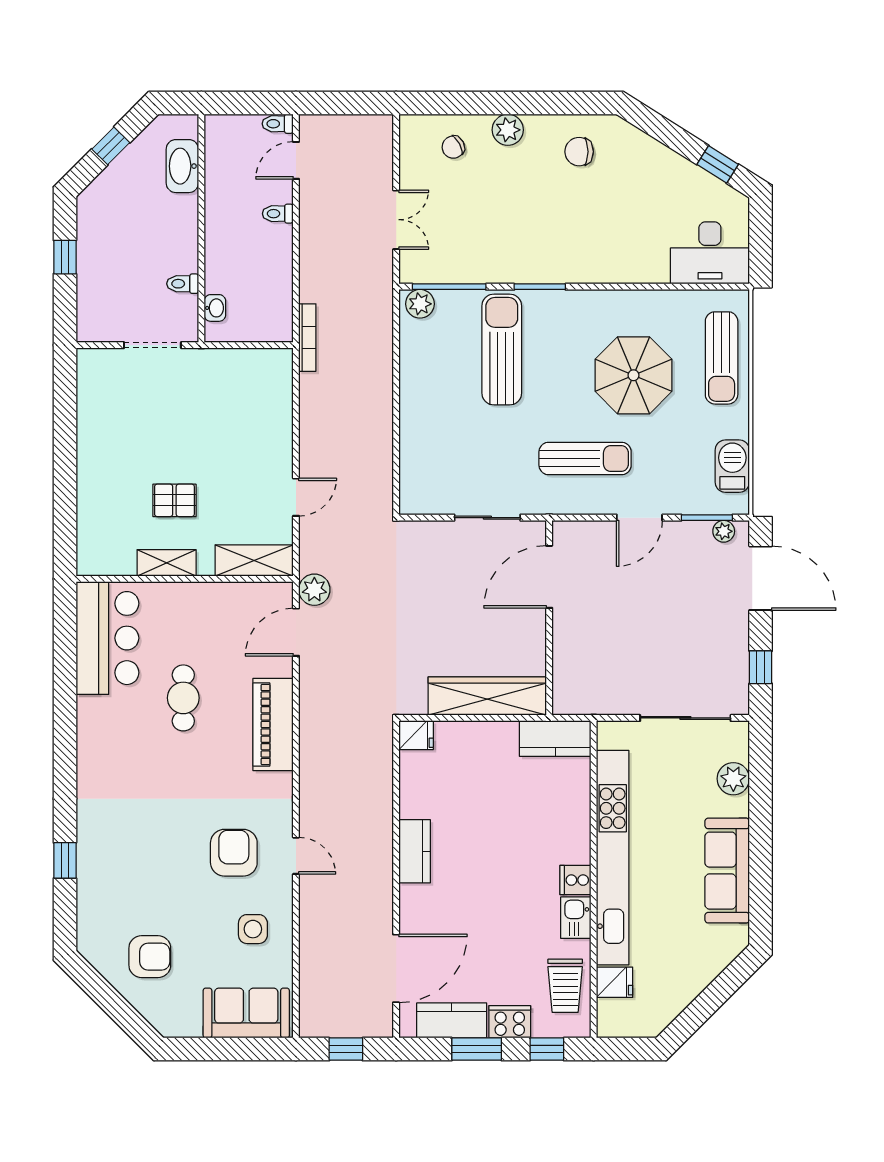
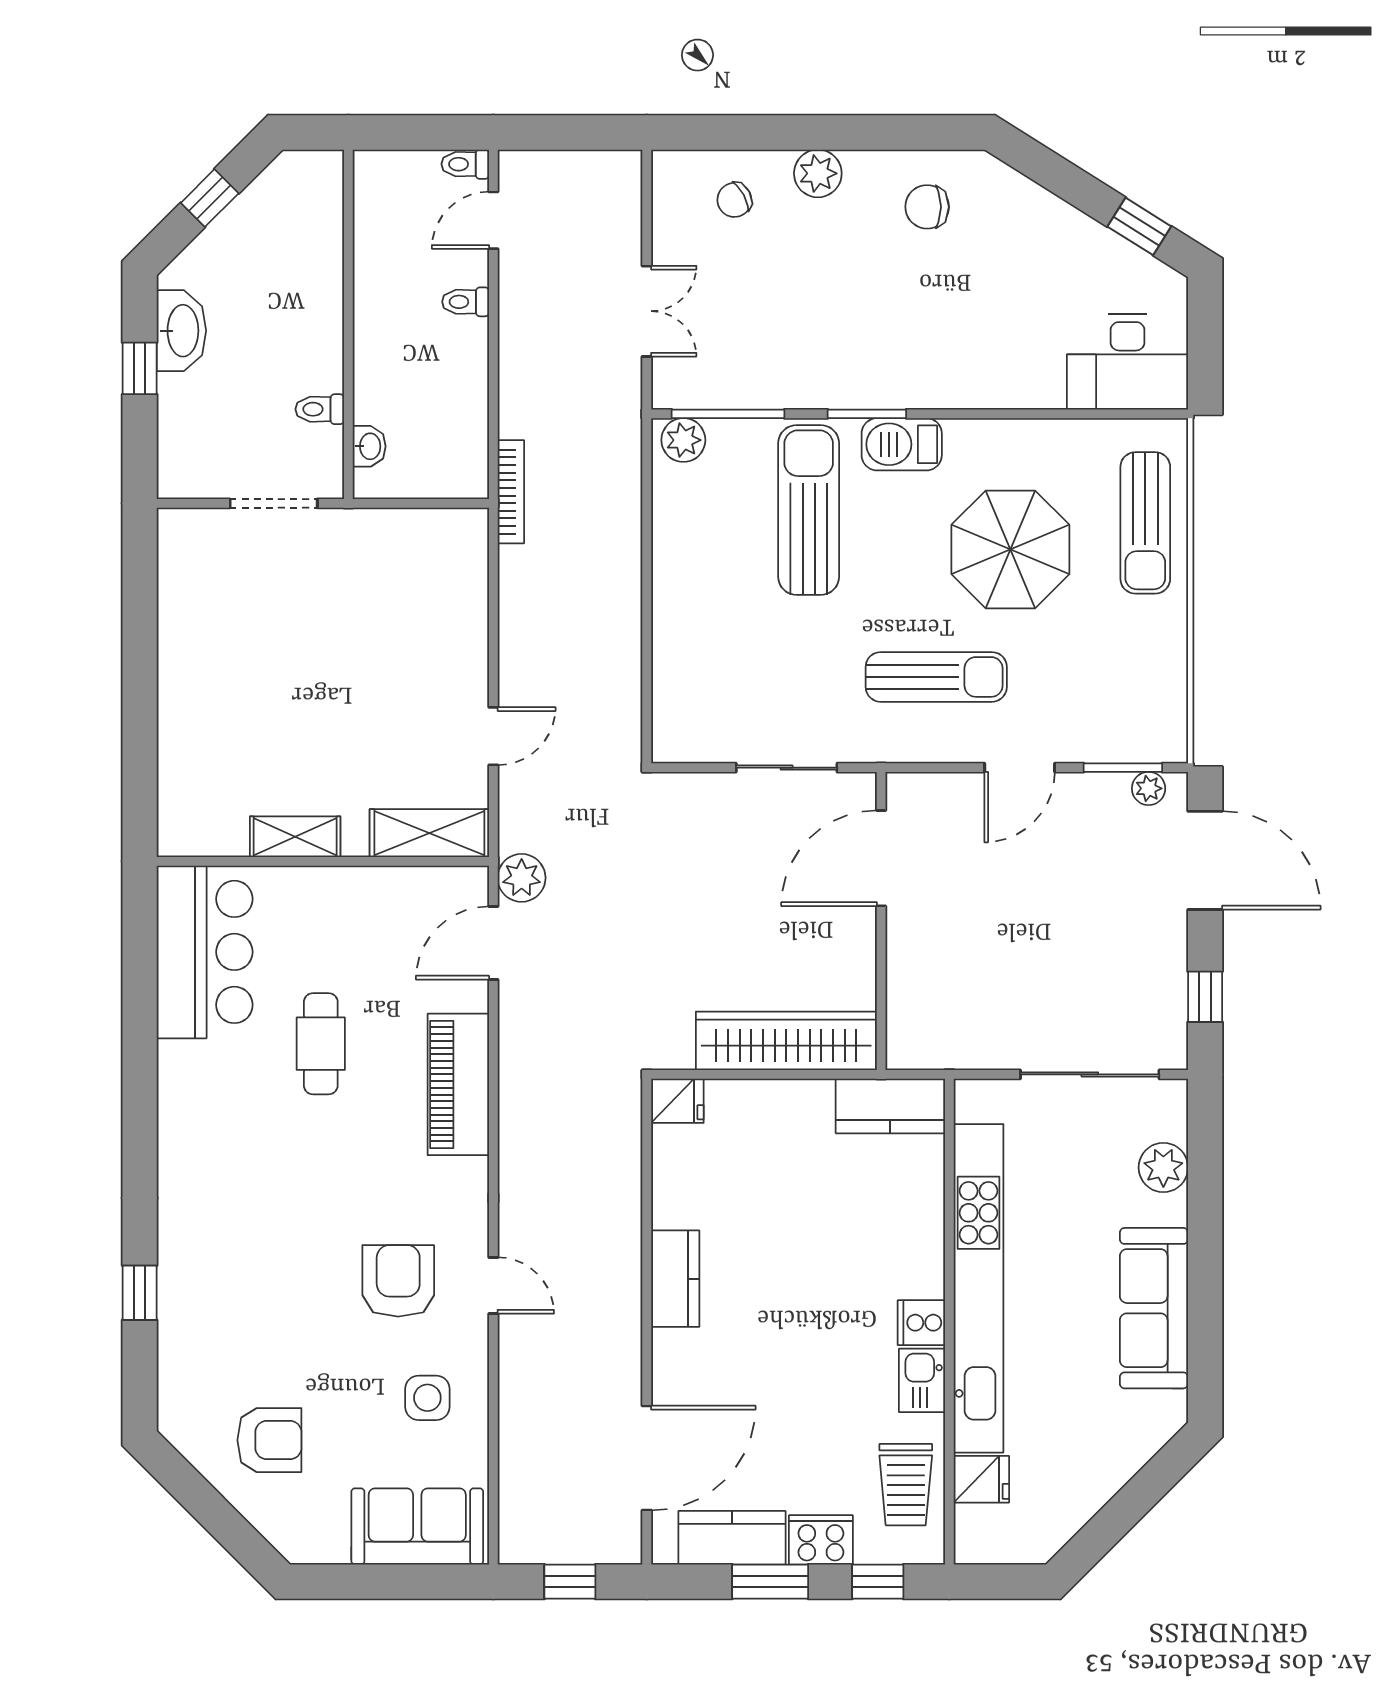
washbasin: (182, 166) -> (181, 331), moved, turned 180
barbecue: (732, 466) -> (902, 444), moved, turned -90
pallet: (174, 500) -> (307, 741), removed

